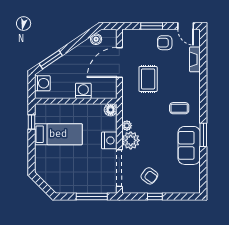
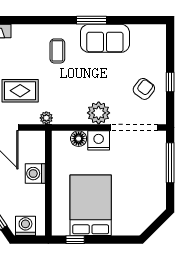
floor lamp: (111, 110) -> (79, 139), moved
plant: (127, 126) -> (46, 118), moved
bed: (58, 134) -> (91, 205), width x1.50

